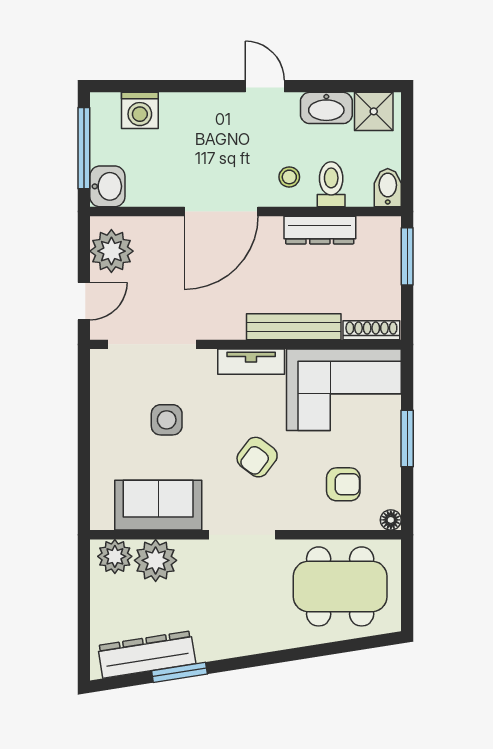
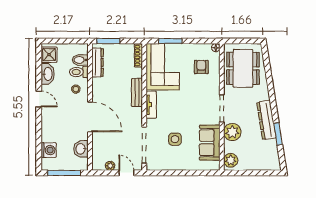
door: (265, 86) -> (39, 99), swing flipped
washbasin: (107, 186) -> (81, 149), moved, turned -90
bidet: (388, 188) -> (80, 60), moved
dresser: (320, 230) -> (97, 62), moved
plant: (111, 251) -> (110, 166), width x0.53, depth x0.53
bench: (294, 327) -> (137, 92), width x0.73
window: (407, 439) -> (170, 41), moved
armchair: (257, 457) -> (190, 102), removed
plant: (156, 560) -> (232, 132), moved
dresser: (147, 655) -> (266, 120), moved

